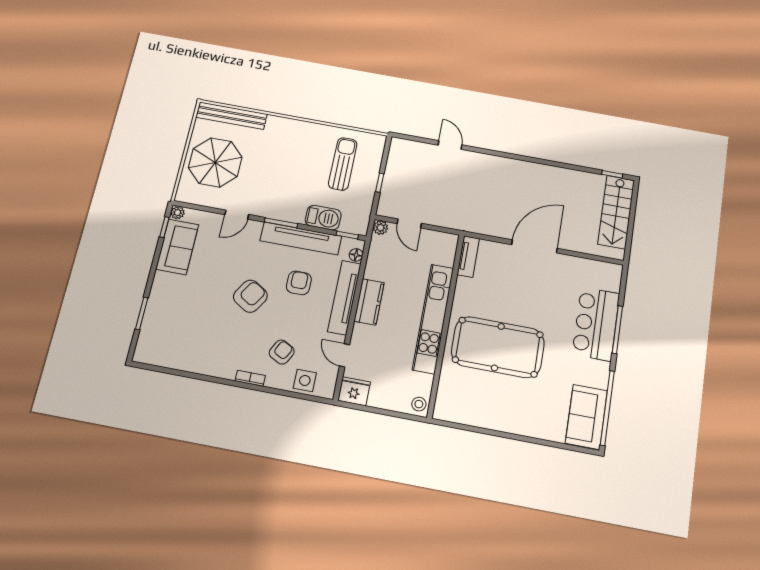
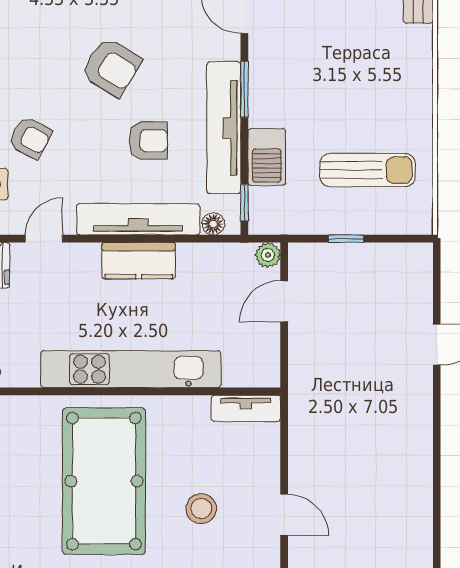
door: (534, 246) -> (284, 515), width x0.53
stool: (523, 293) -> (201, 509), added

